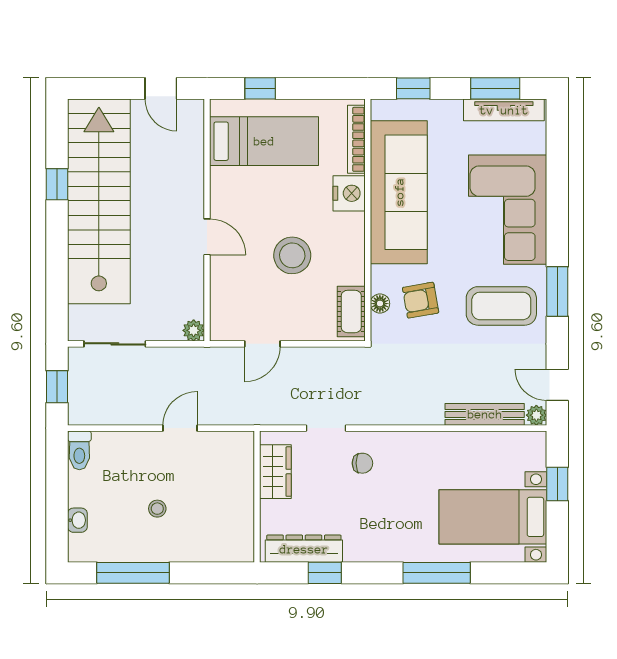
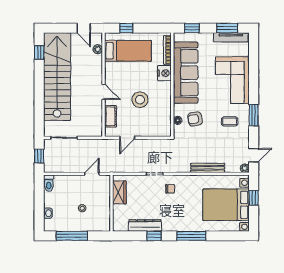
window: (57, 184) -> (39, 52), moved
coffee table: (501, 306) -> (230, 121), width x0.54, depth x0.58
cot: (351, 311) -> (111, 116), moved
plant: (194, 330) -> (98, 49), moved
door: (557, 385) -> (254, 155), swing flipped
bench: (485, 414) -> (208, 168), moved
wardrobe: (275, 472) -> (119, 192), moved
wall: (257, 497) -> (111, 203), moved
bed with nightstands: (493, 517) -> (226, 205), width x1.36
window: (437, 573) -> (191, 236), moved

